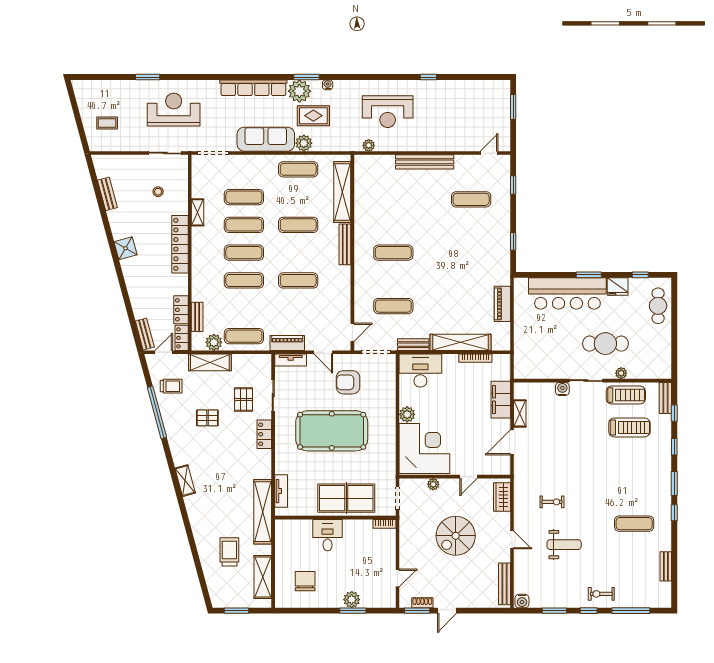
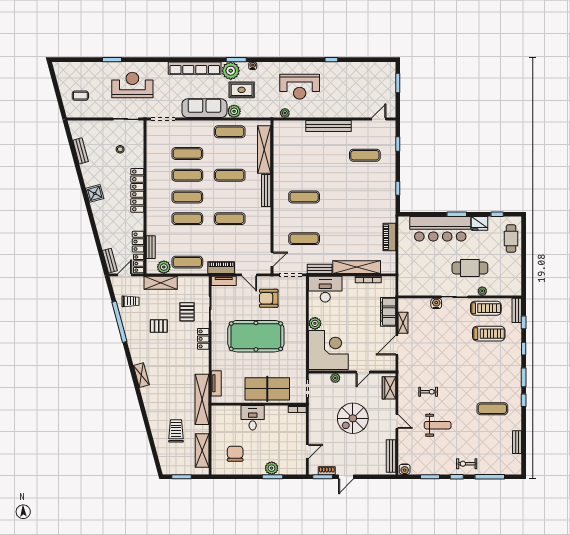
shelving: (198, 212) -> (151, 165), removed

